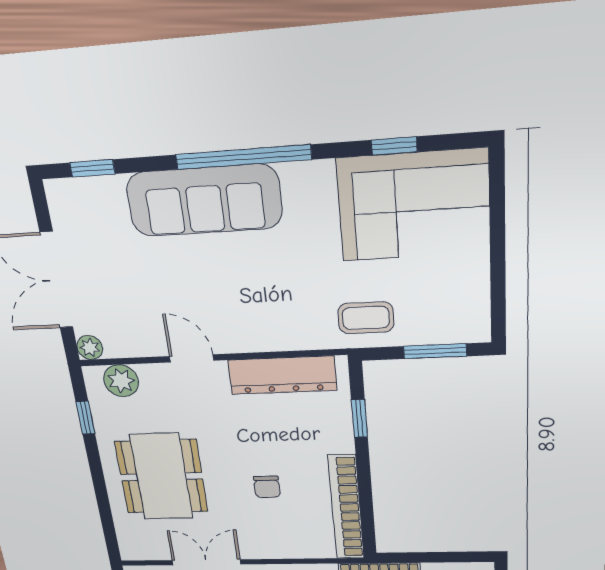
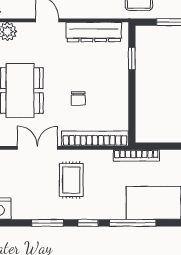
bookcase: (346, 508) -> (95, 139), moved, turned 90

